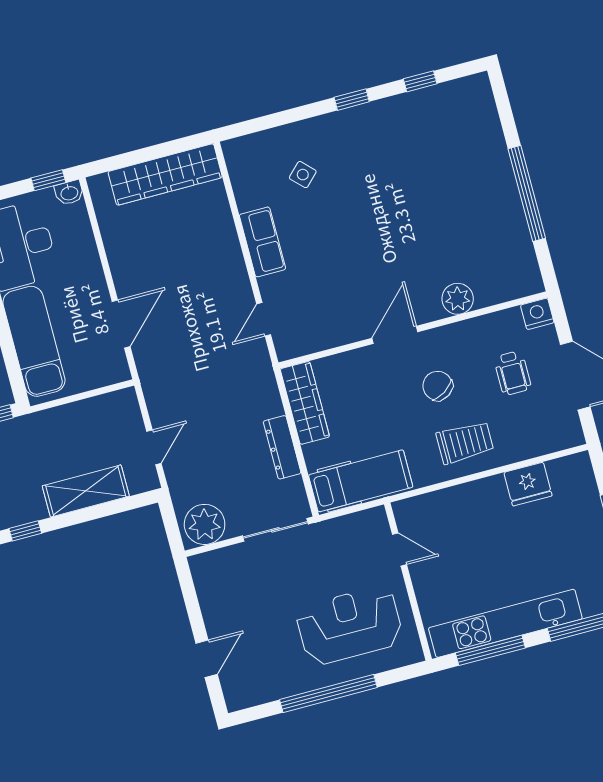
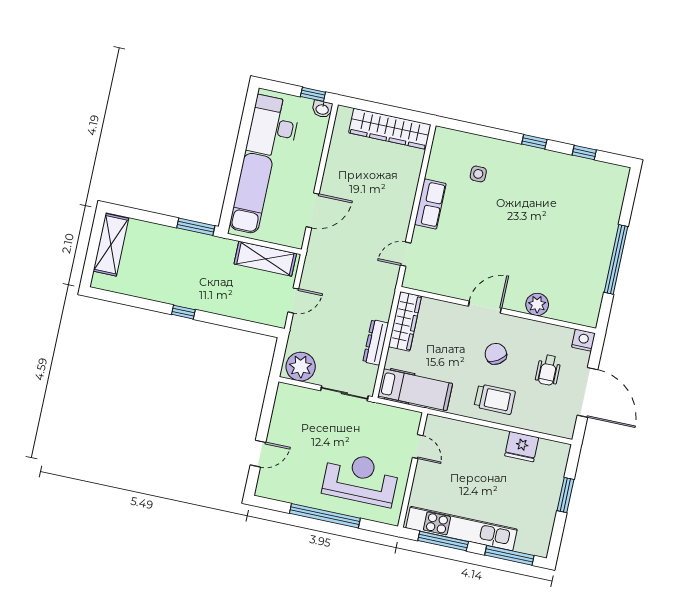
side table: (303, 175) -> (478, 174), turned 45
shelving: (86, 491) -> (265, 259), moved

